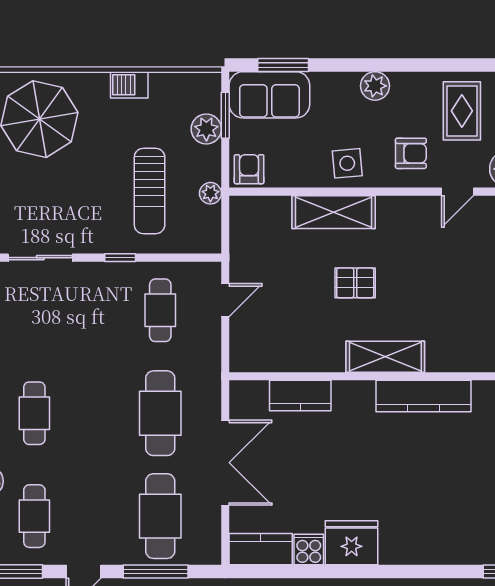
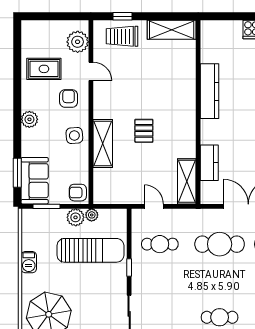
plant: (206, 129) -> (76, 217), moved
sun lounger: (150, 191) -> (90, 250), width x1.36, depth x1.34
shelving: (385, 357) -> (187, 181), moved

